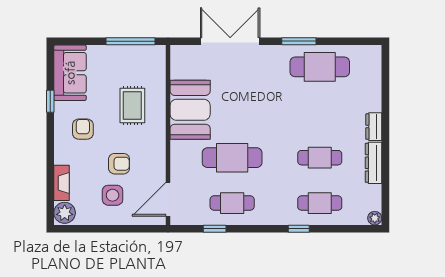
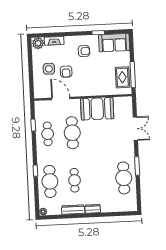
double door: (230, 41) -> (135, 129), width x0.73
rug: (132, 105) -> (122, 77), moved, turned 90
door: (168, 199) -> (61, 98), moved
cafe table: (320, 203) -> (50, 181), width x1.37, depth x1.35

